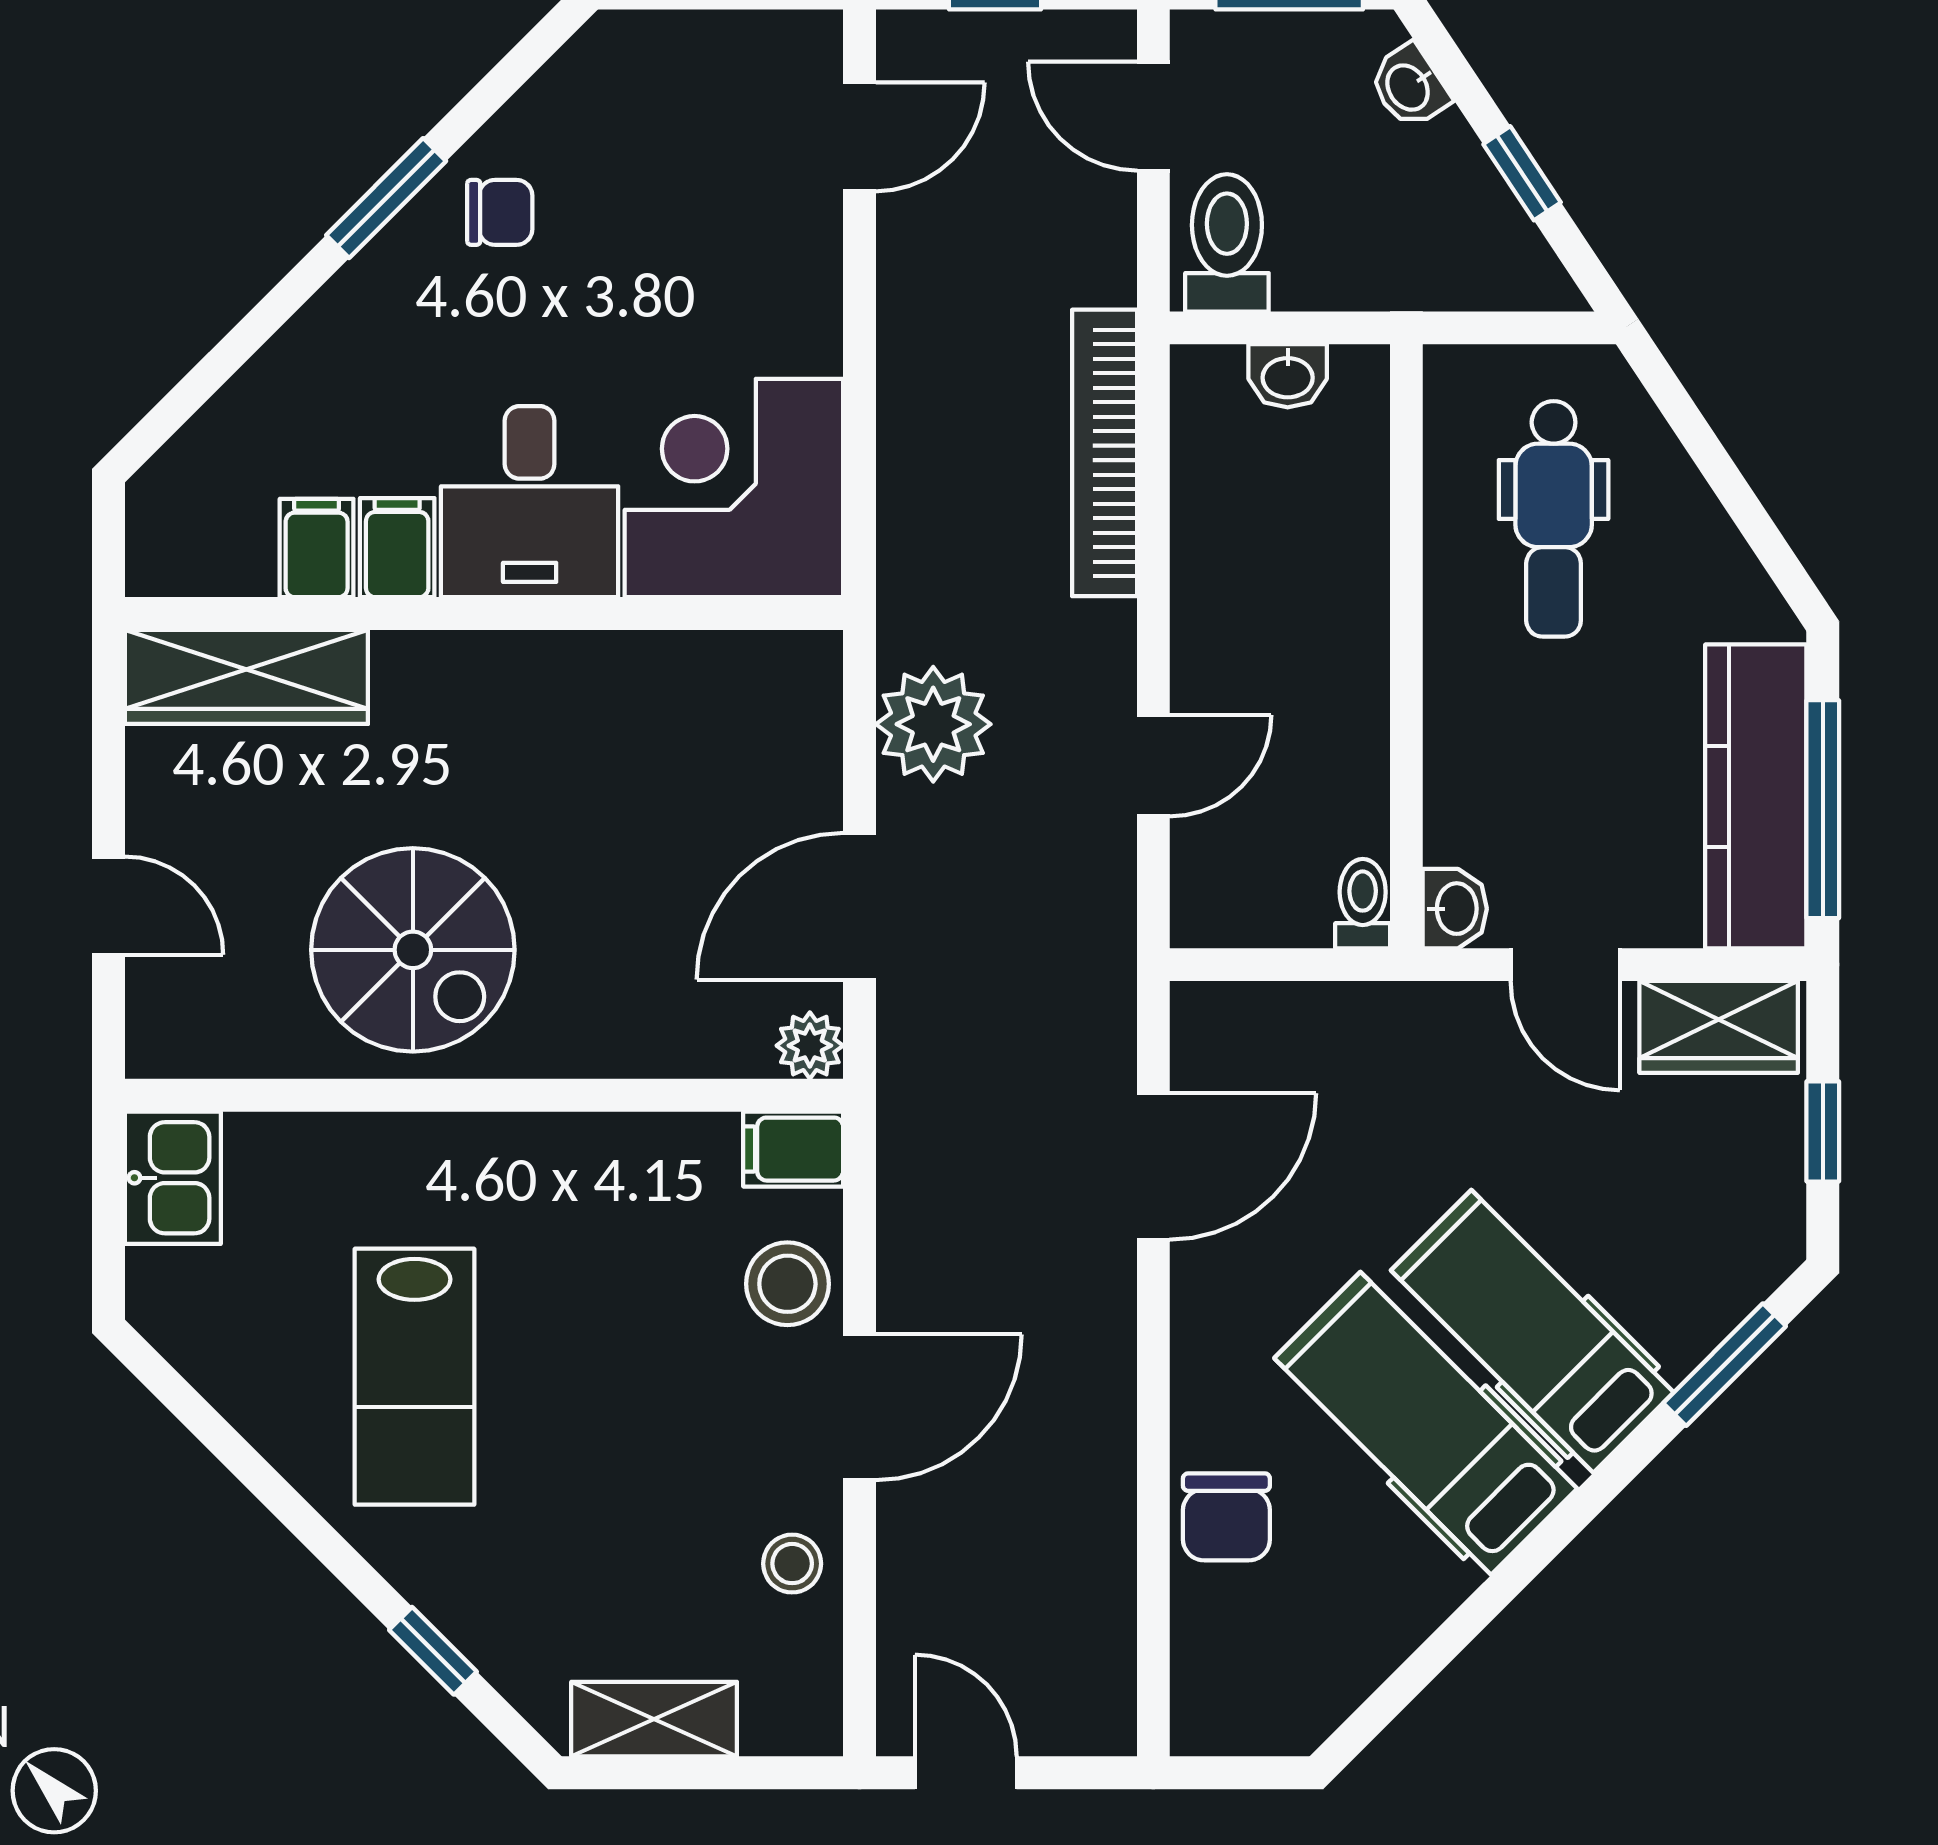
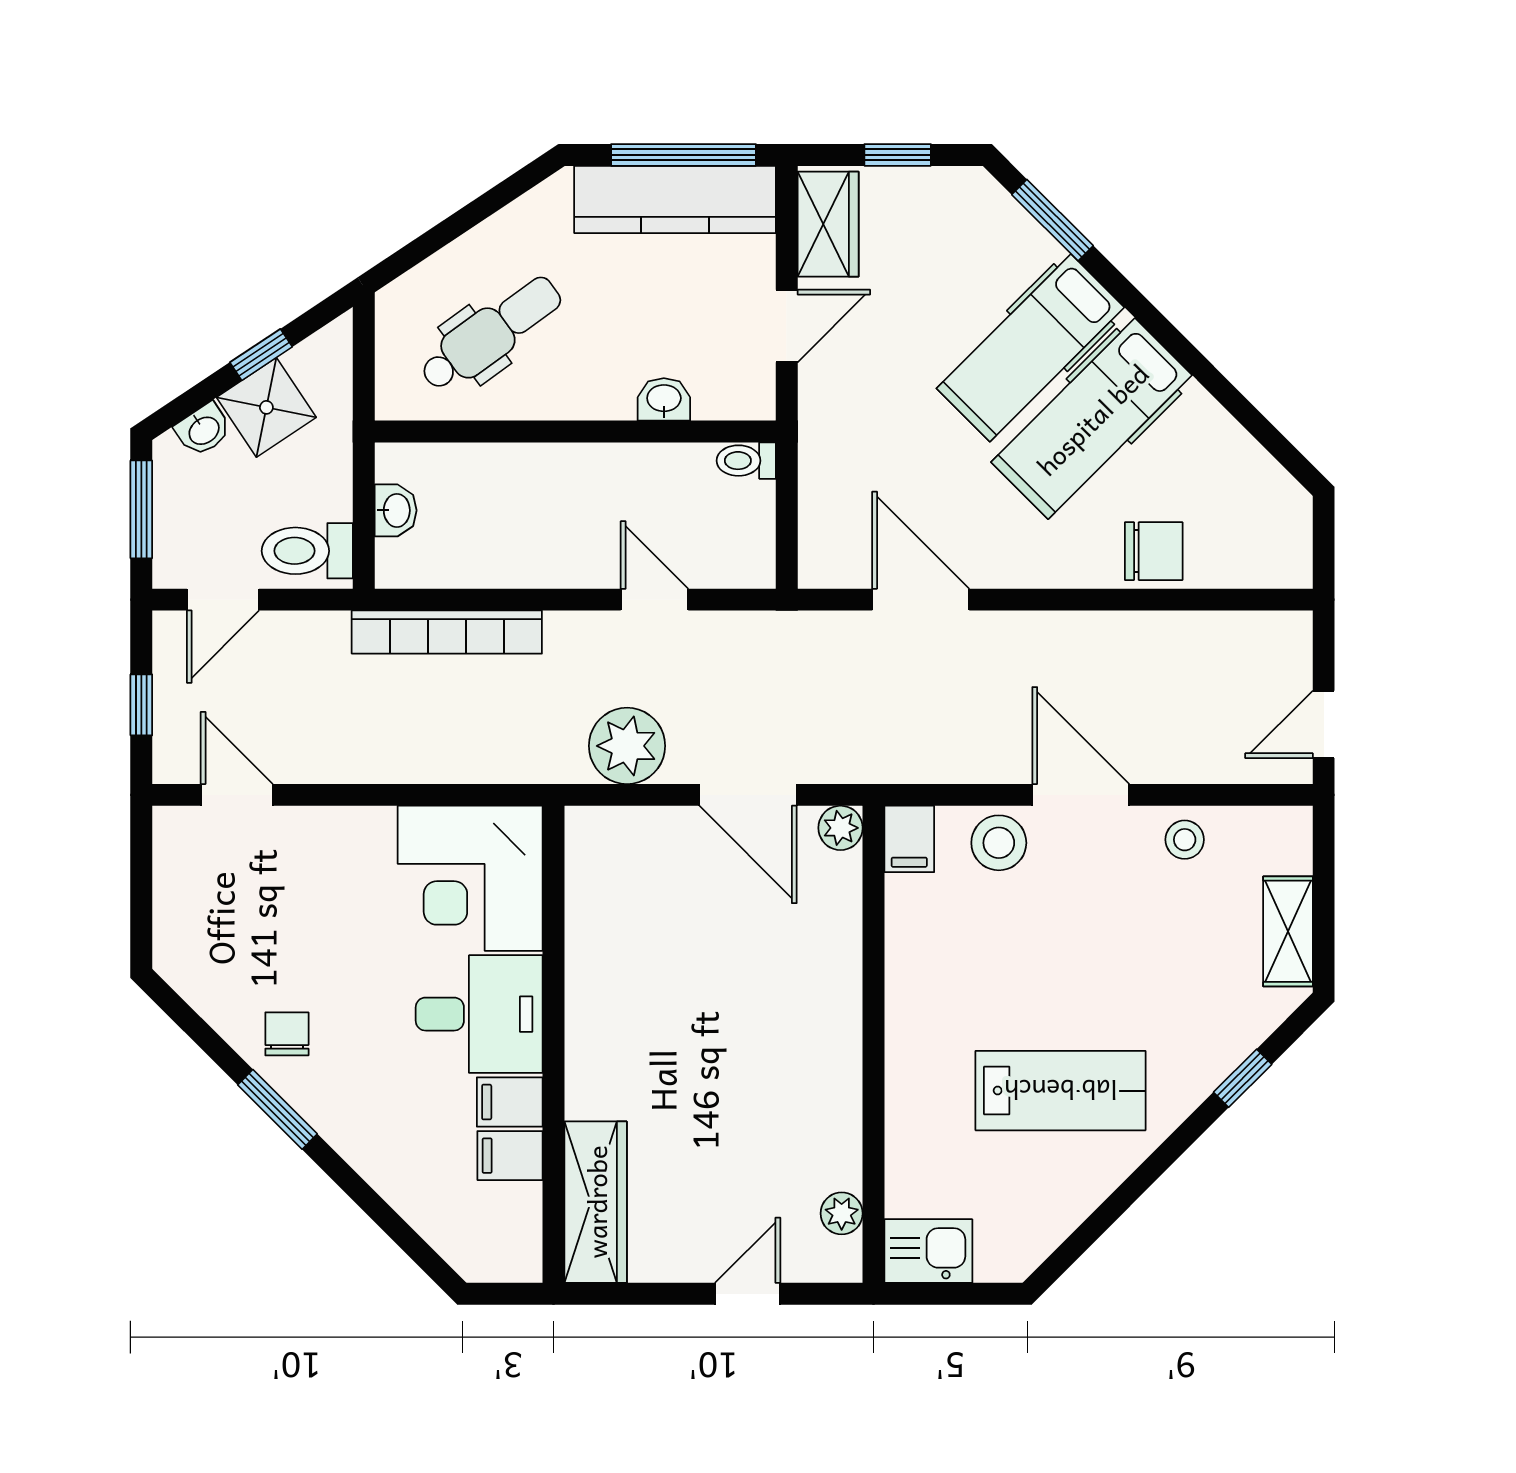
shower: (1443, 181) -> (266, 407), added
dental chair: (1554, 519) -> (491, 334), turned -36
washbasin: (1455, 909) -> (664, 399), moved
spiral stairs: (413, 950) -> (777, 1092), removed
plant: (229, 1047) -> (842, 1213), added

